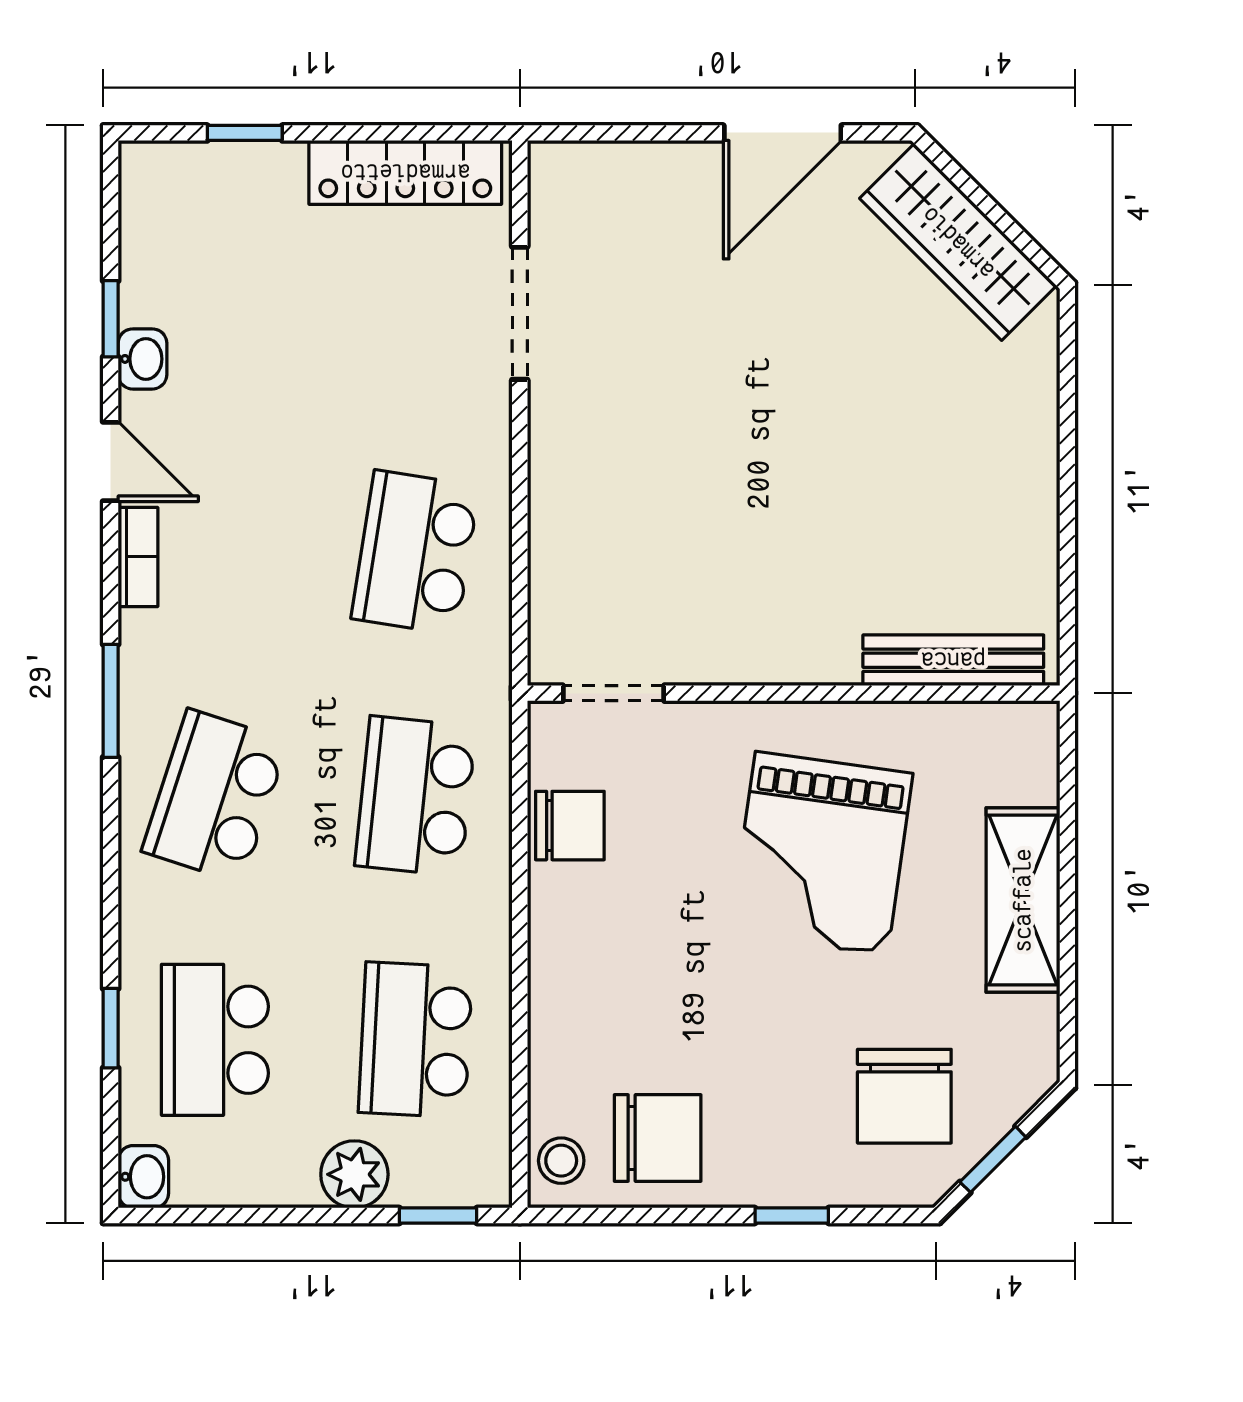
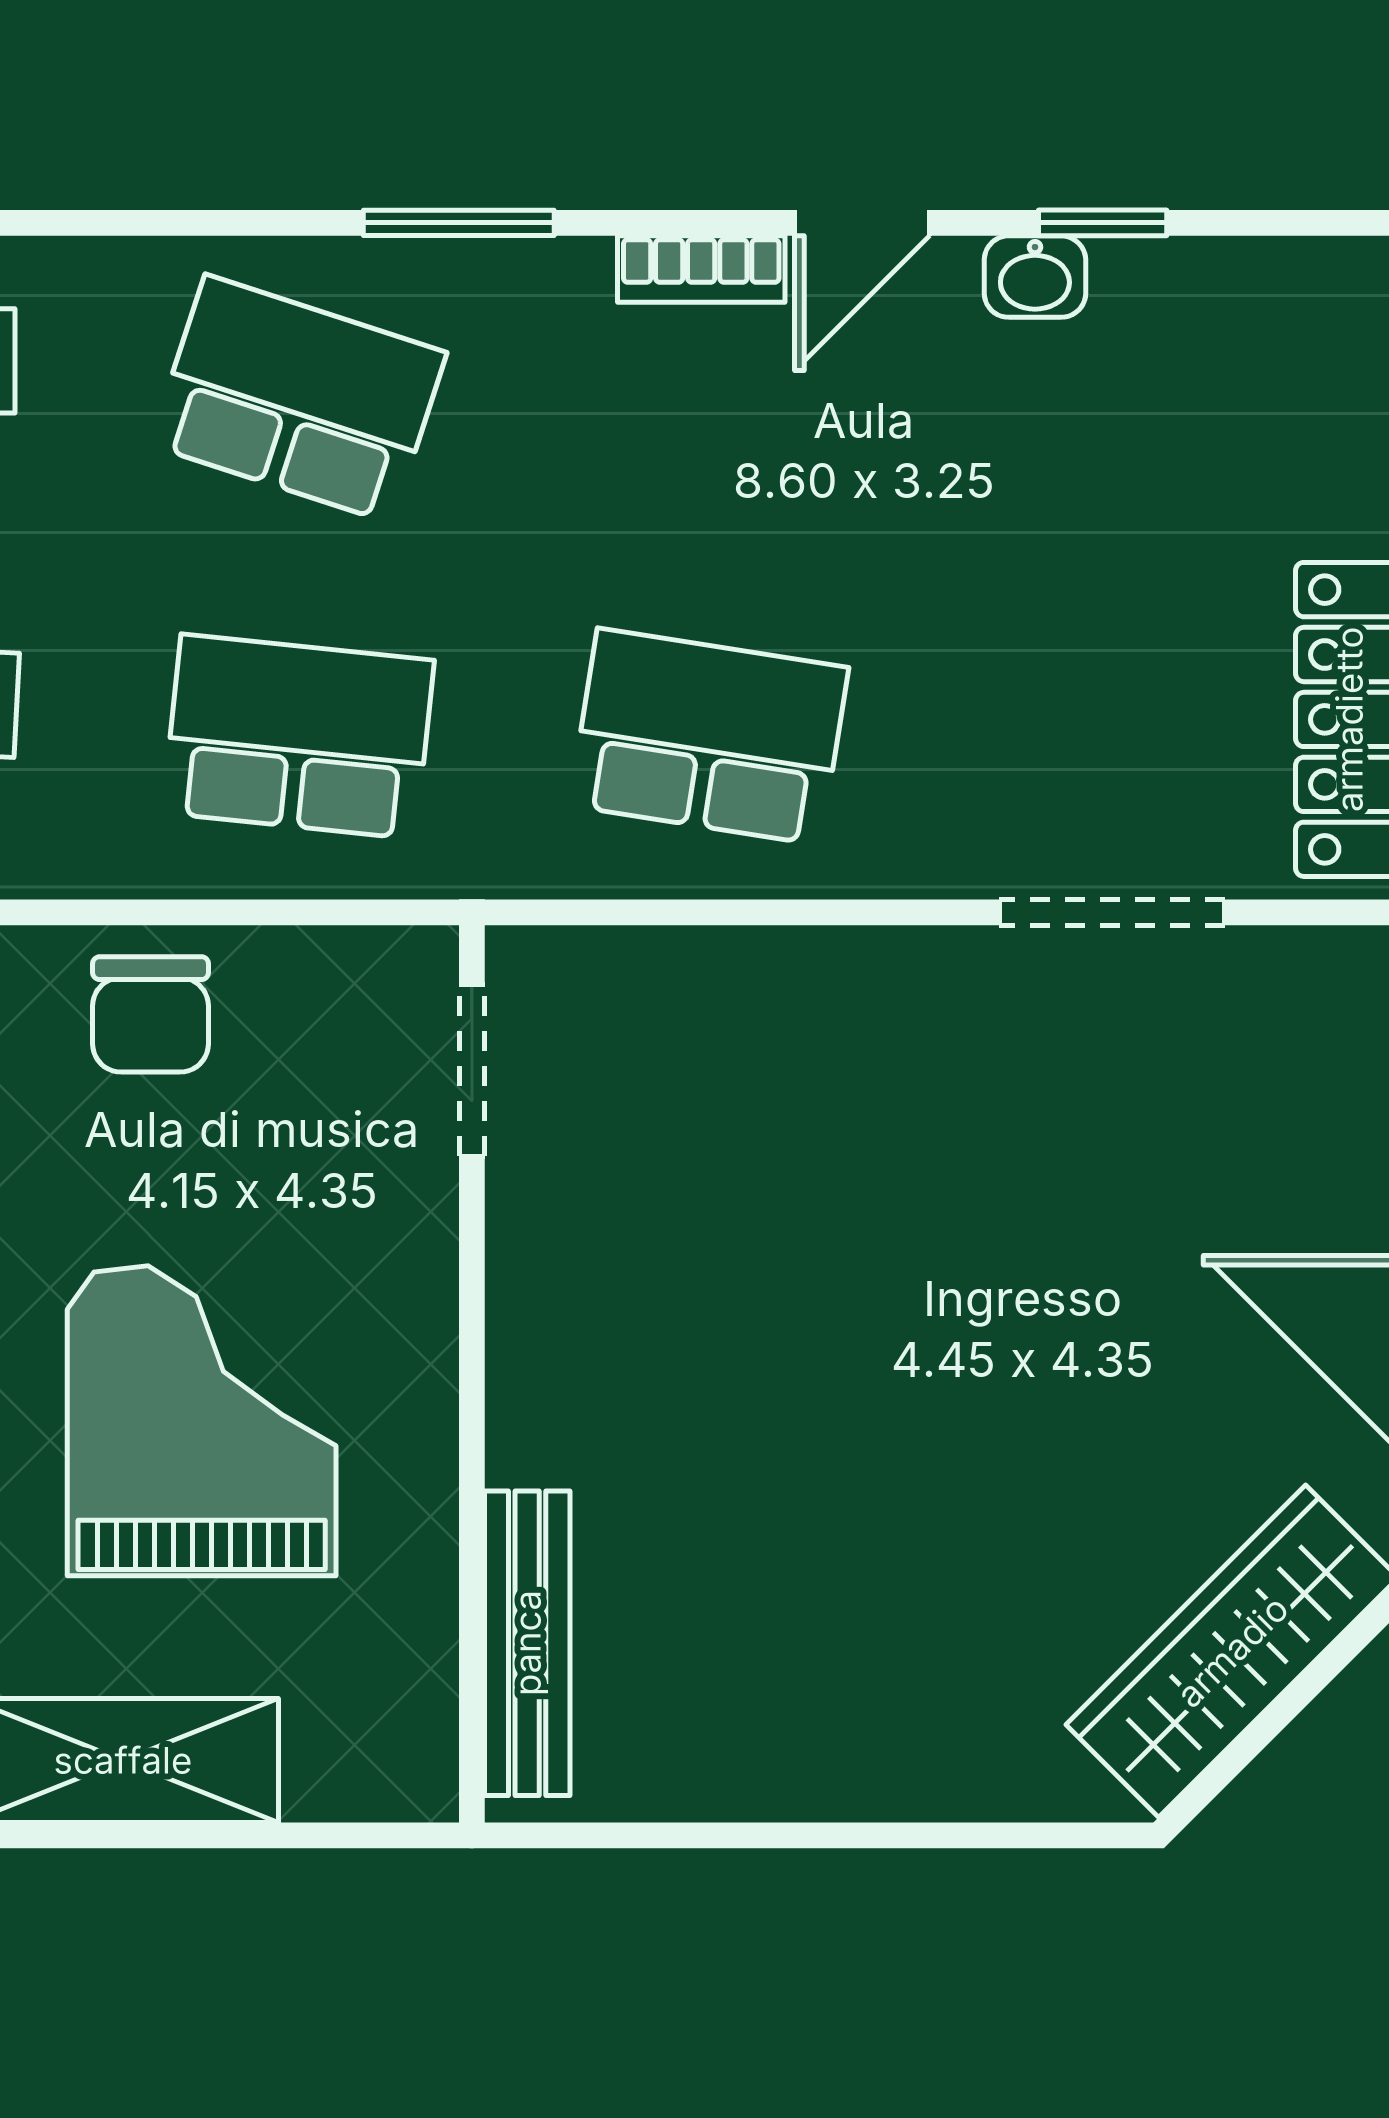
chair: (570, 826) -> (151, 1014), moved
grand piano: (821, 853) -> (202, 1421), turned 82

